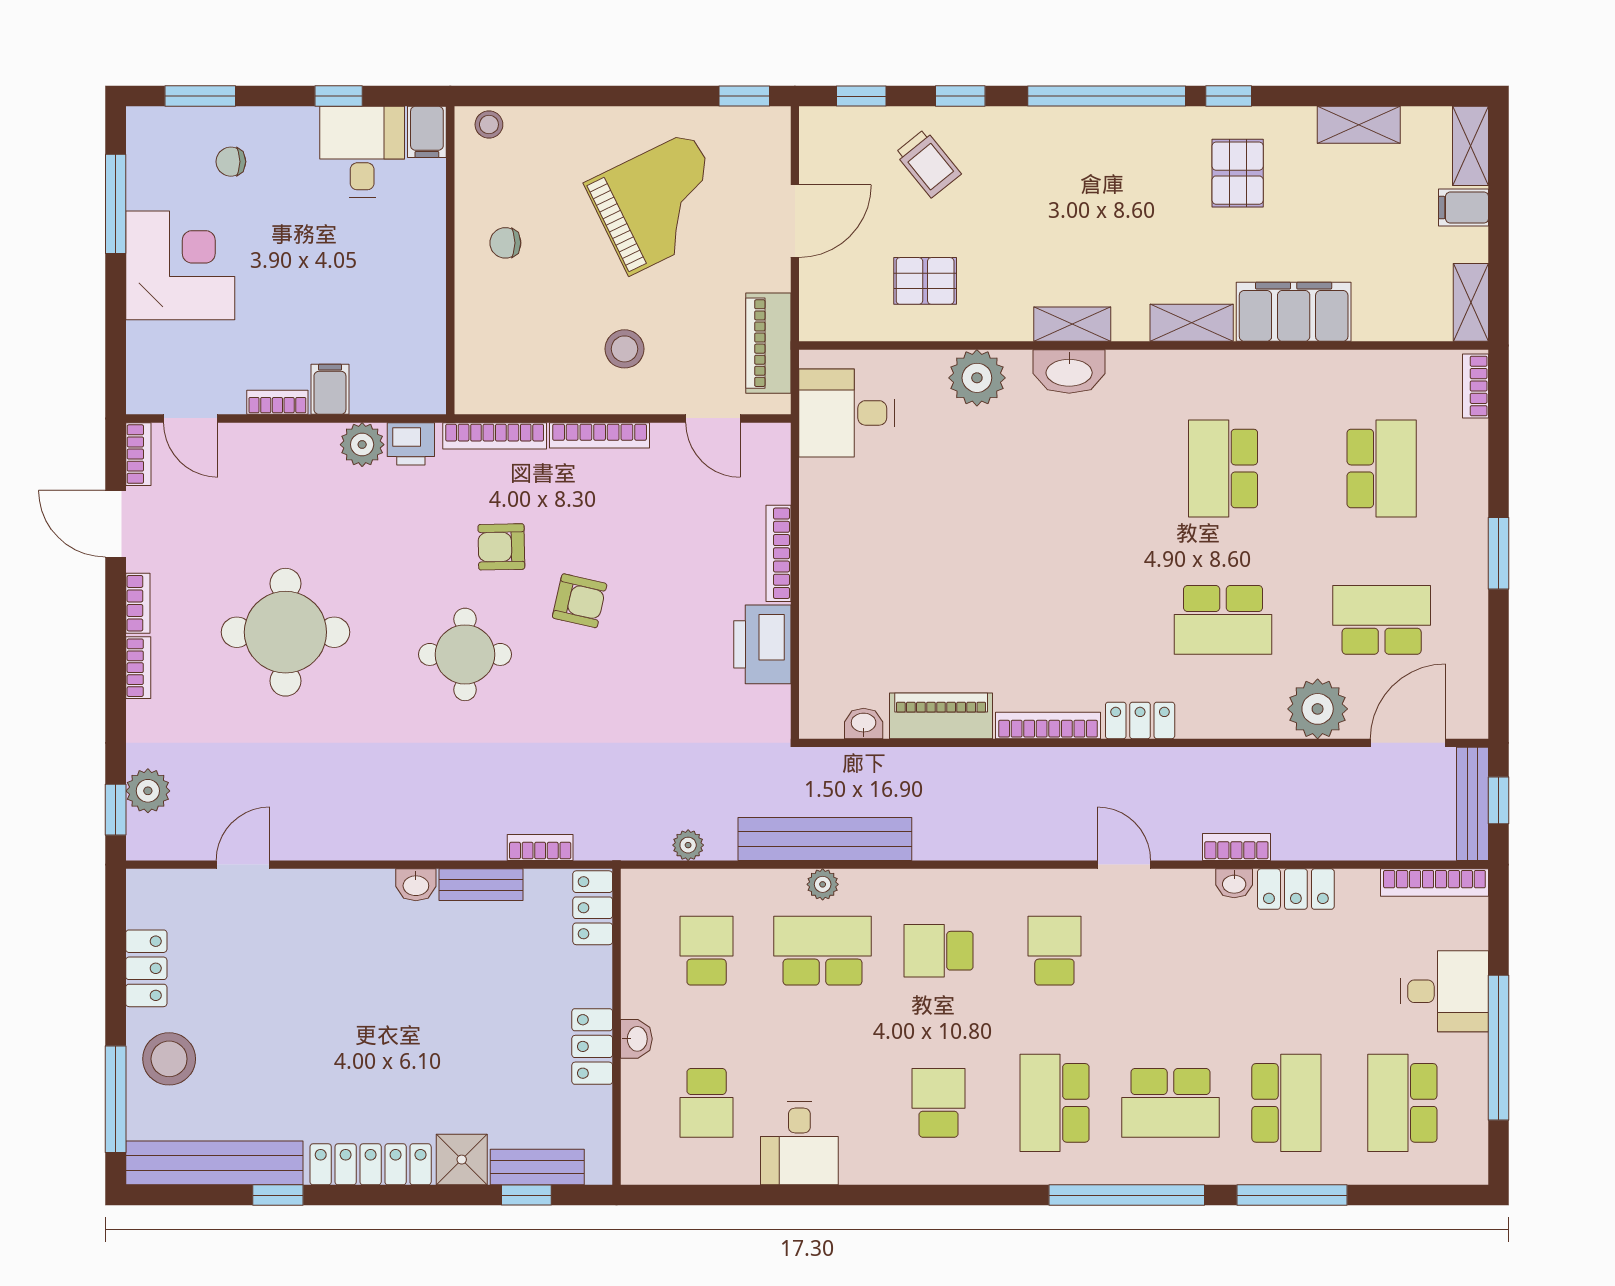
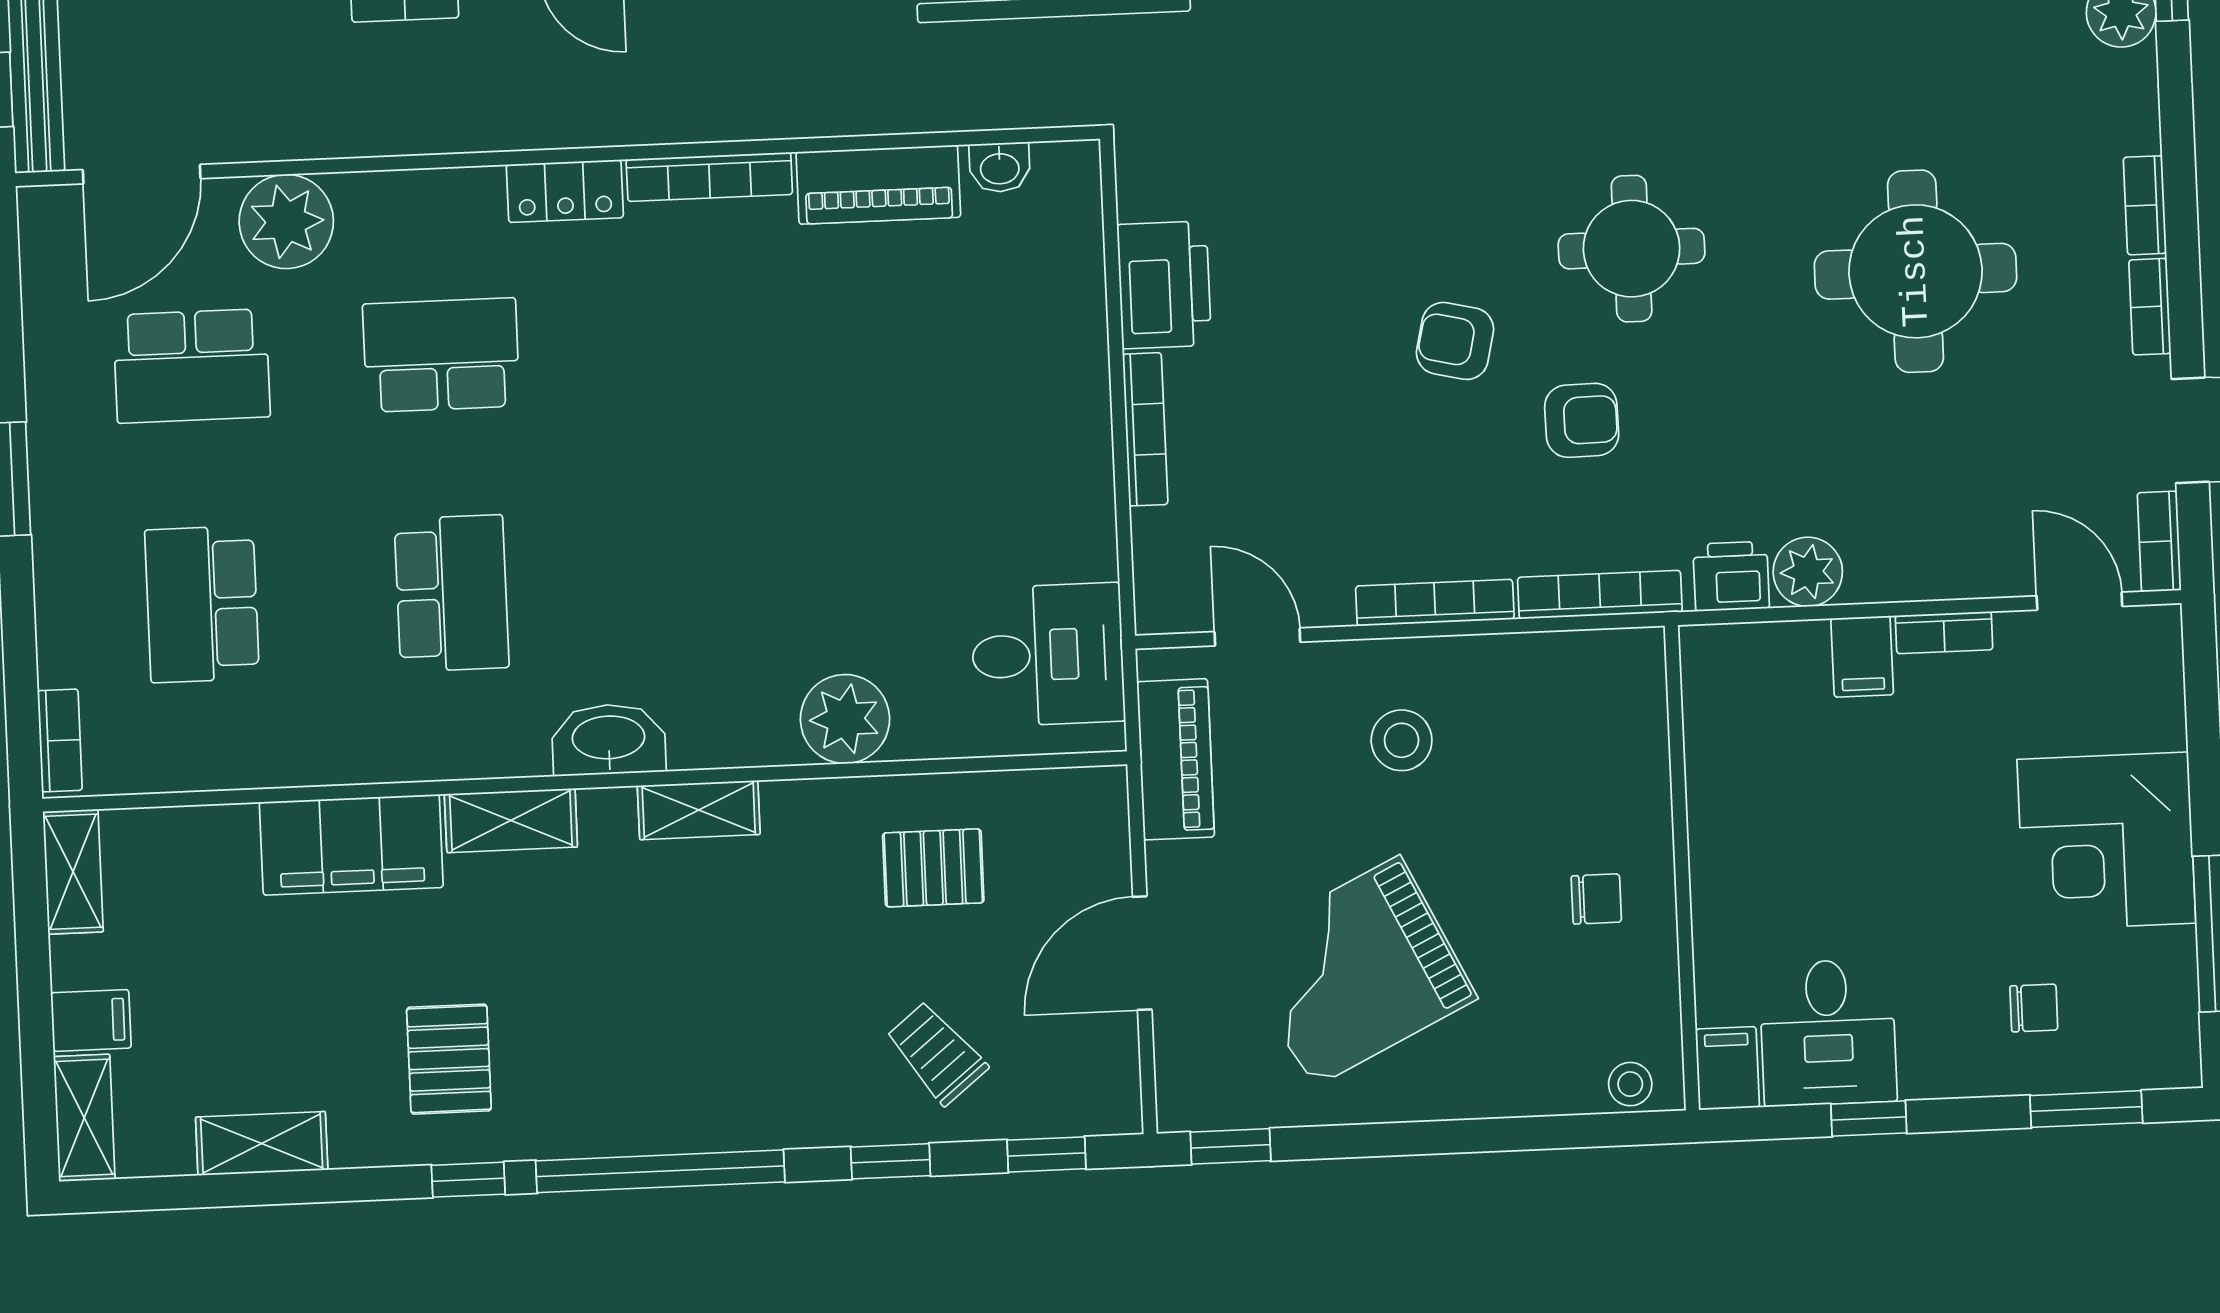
washbasin: (1069, 371) -> (609, 739), moved

